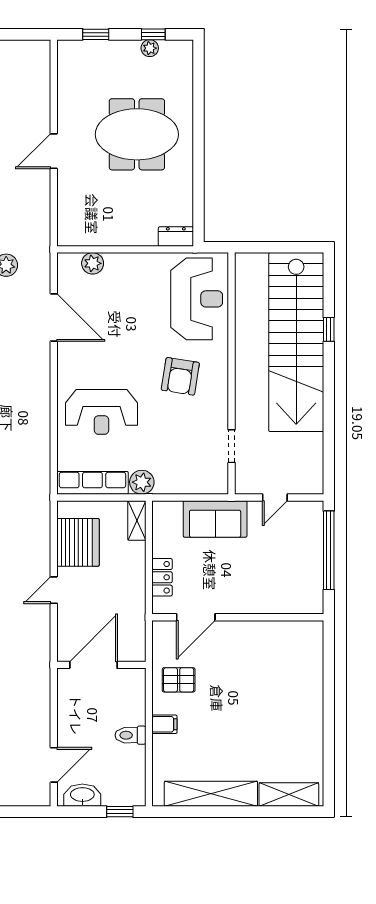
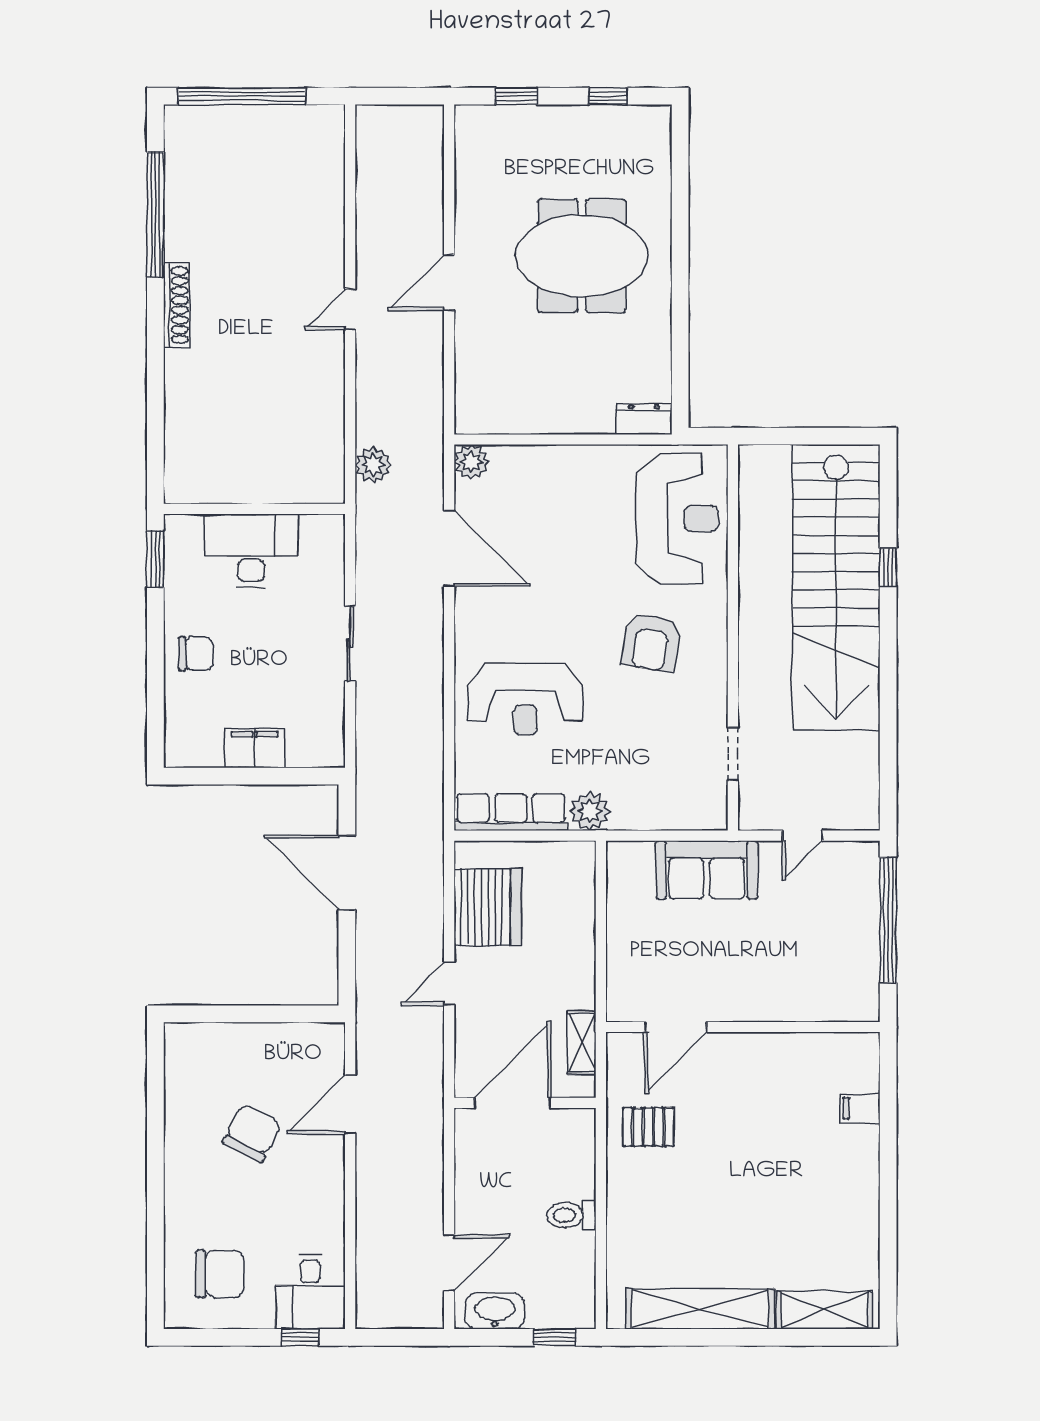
plant: (150, 48) -> (602, 118), removed
plant: (93, 263) -> (471, 462), moved
shelving: (137, 520) -> (582, 1043), moved
locker: (162, 577) -> (622, 963), removed
filing cabinet: (164, 724) -> (860, 1108), moved, turned 180

